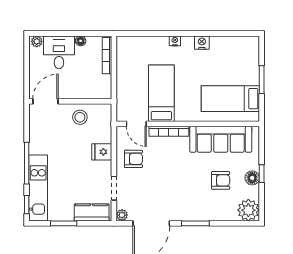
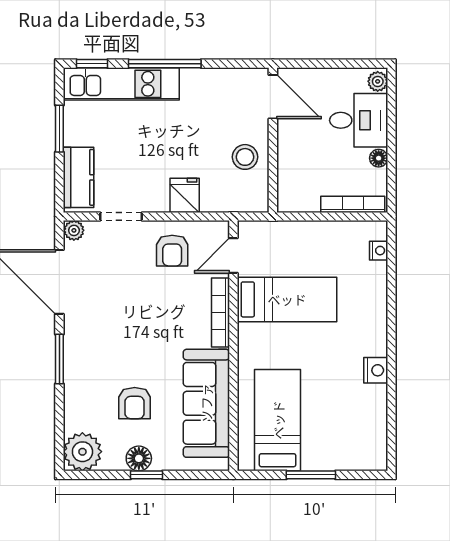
nightstand: (175, 41) -> (379, 251), moved

